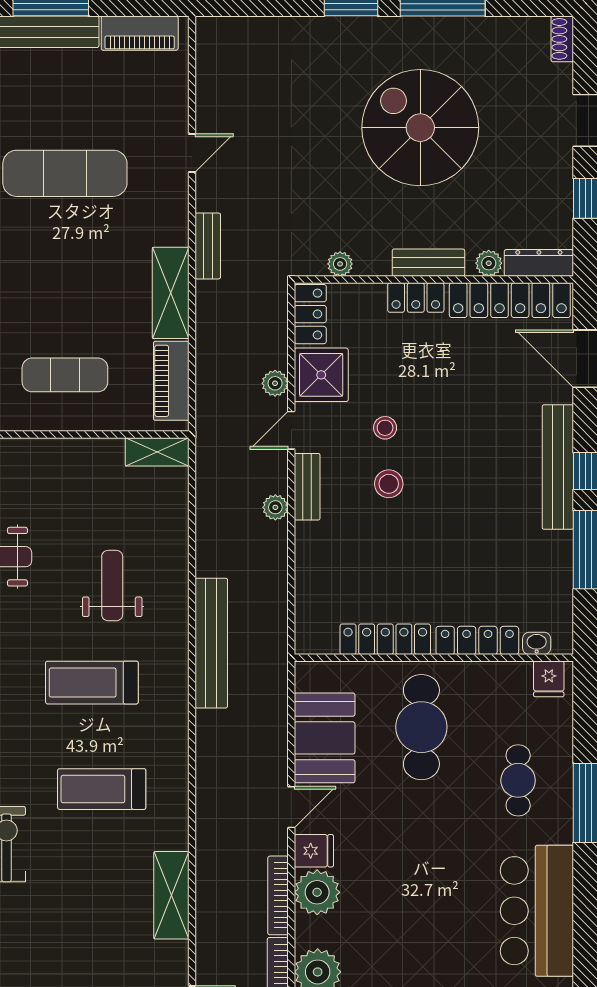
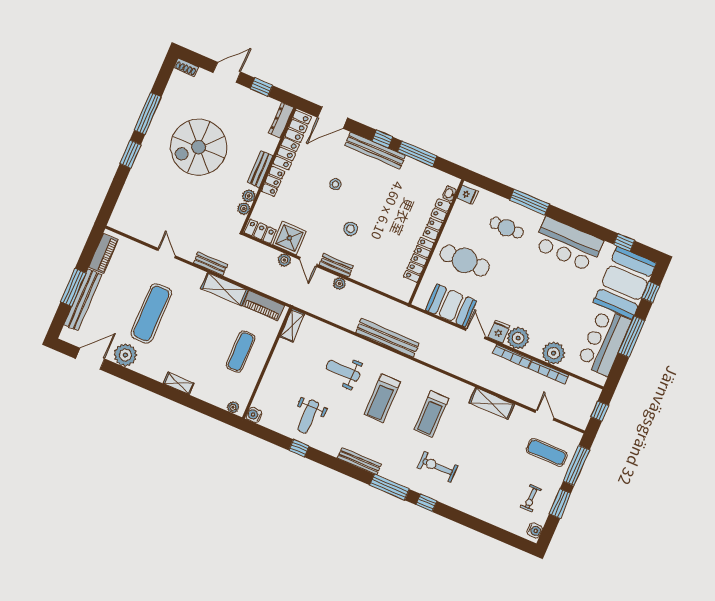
plant: (489, 263) -> (249, 196), moved
stool: (385, 428) -> (335, 184), moved

